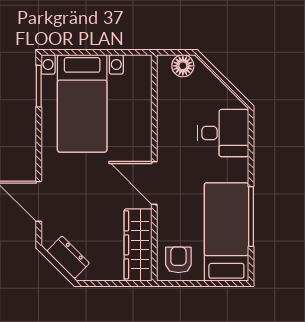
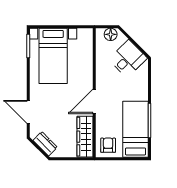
desk: (223, 133) -> (128, 59), moved, turned -45
door: (154, 183) -> (94, 101), hinge flipped

